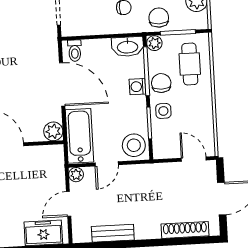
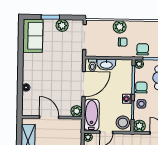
washbasin: (127, 47) -> (106, 65), moved
door: (62, 84) -> (84, 84), hinge flipped
washing machine: (137, 87) -> (127, 99), moved
plant: (163, 149) -> (139, 126), added

